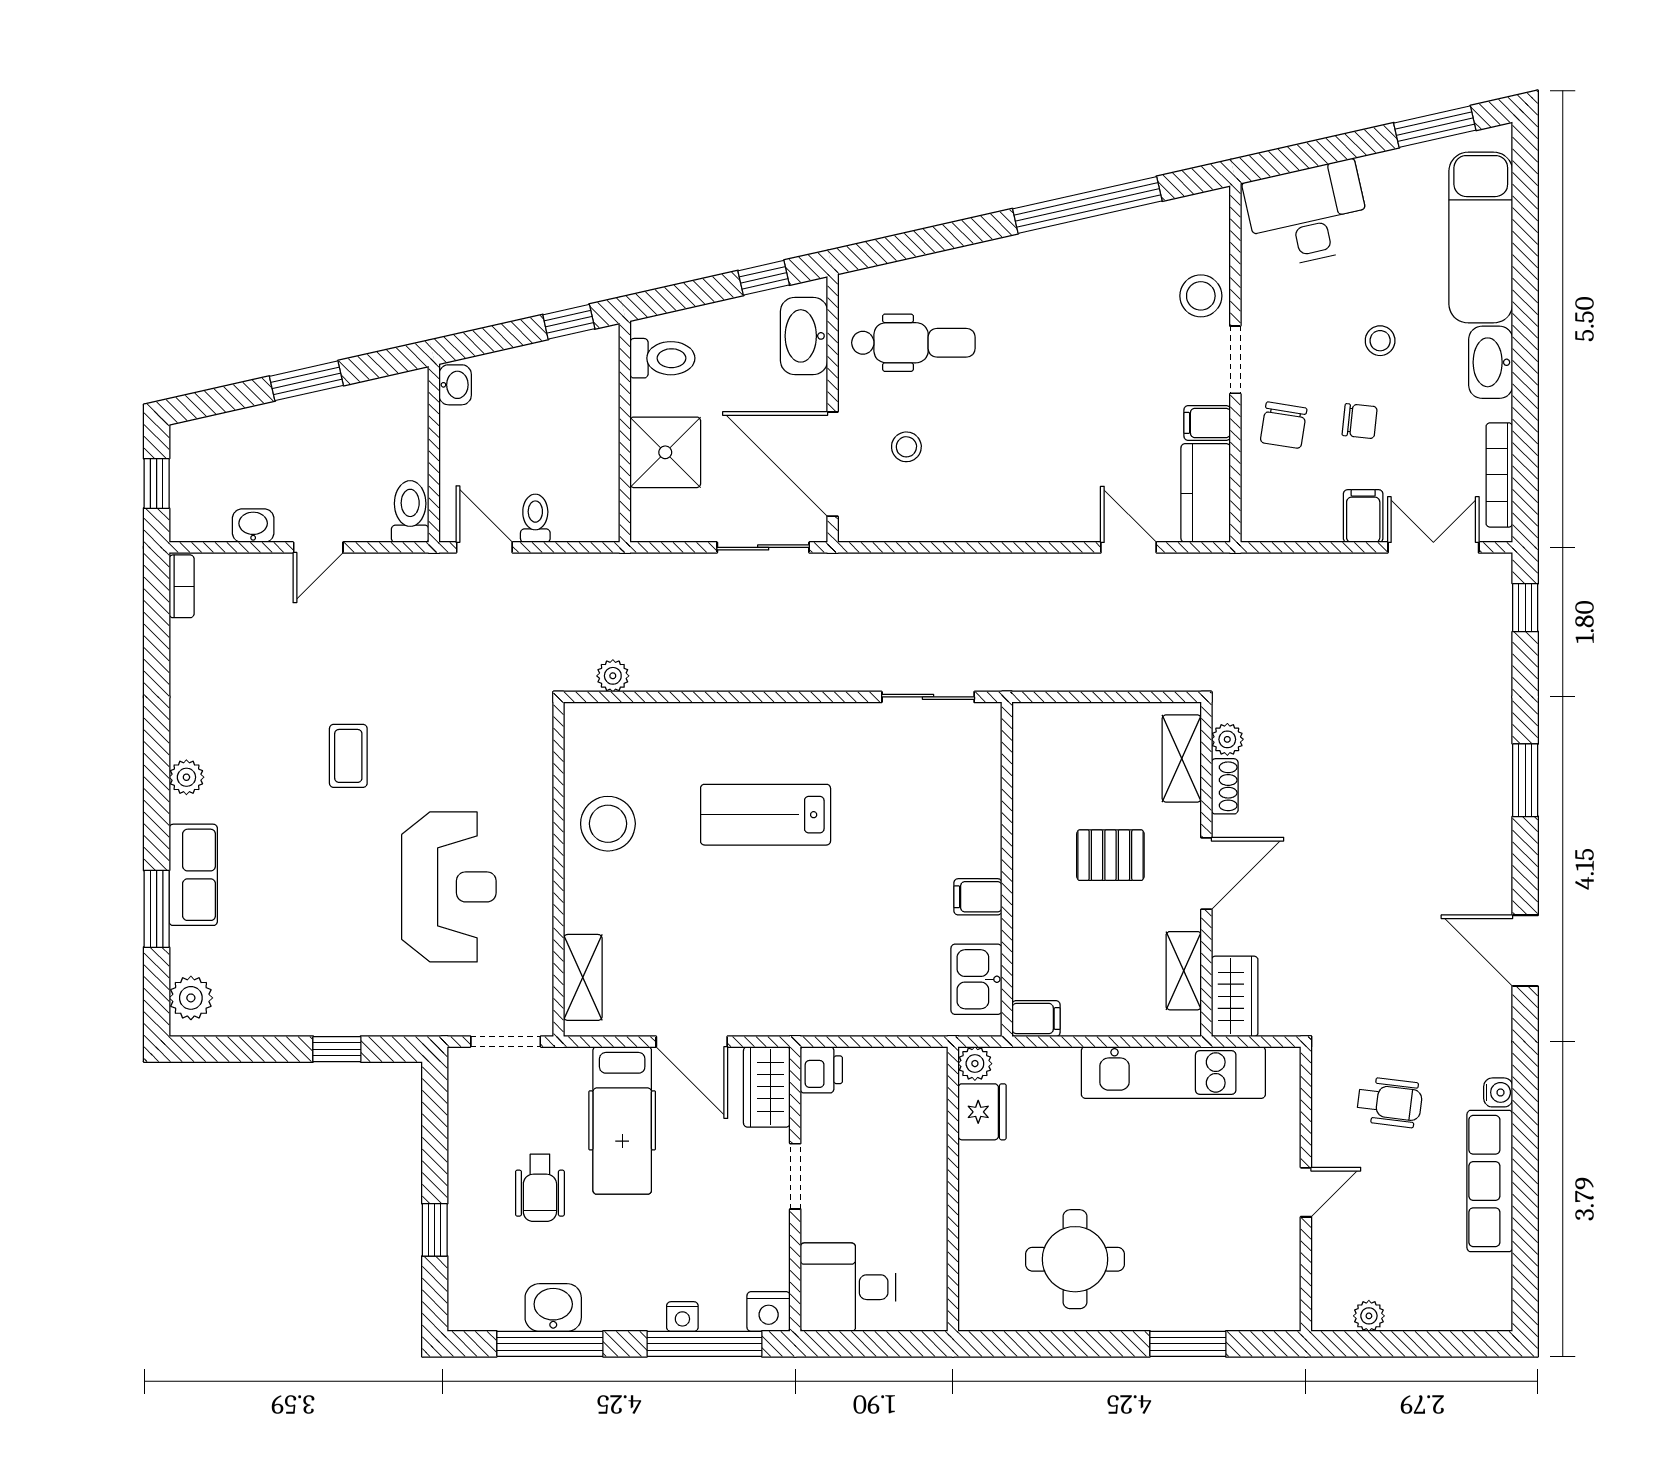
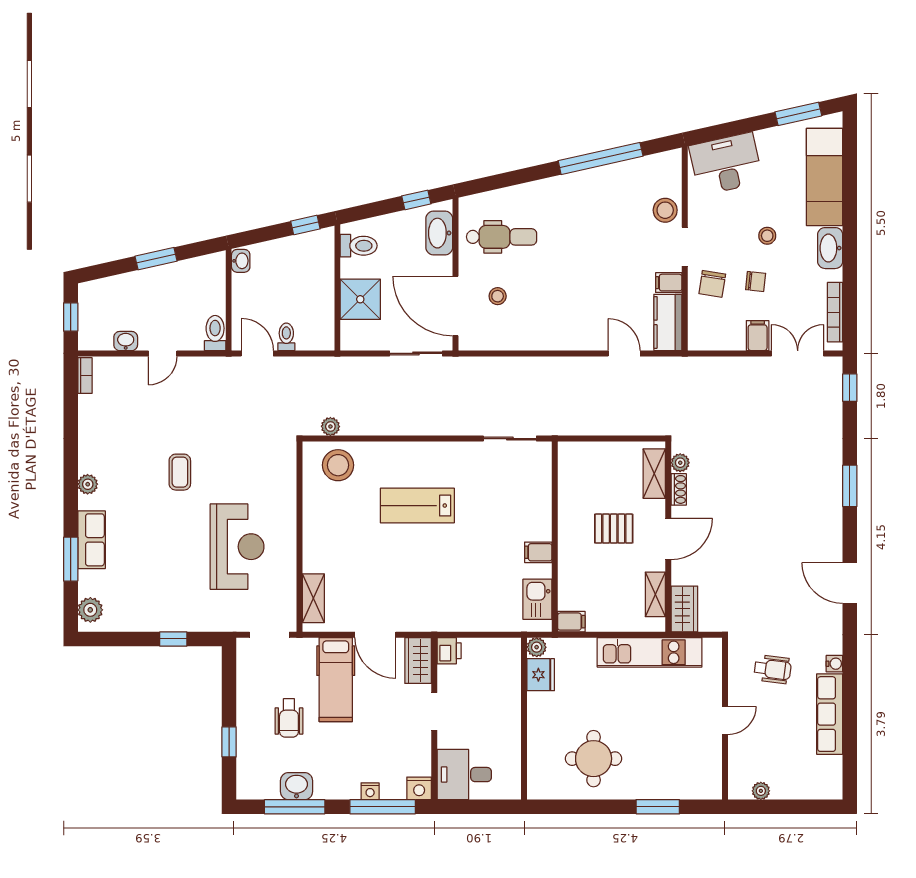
stool: (608, 824) -> (338, 465), moved

